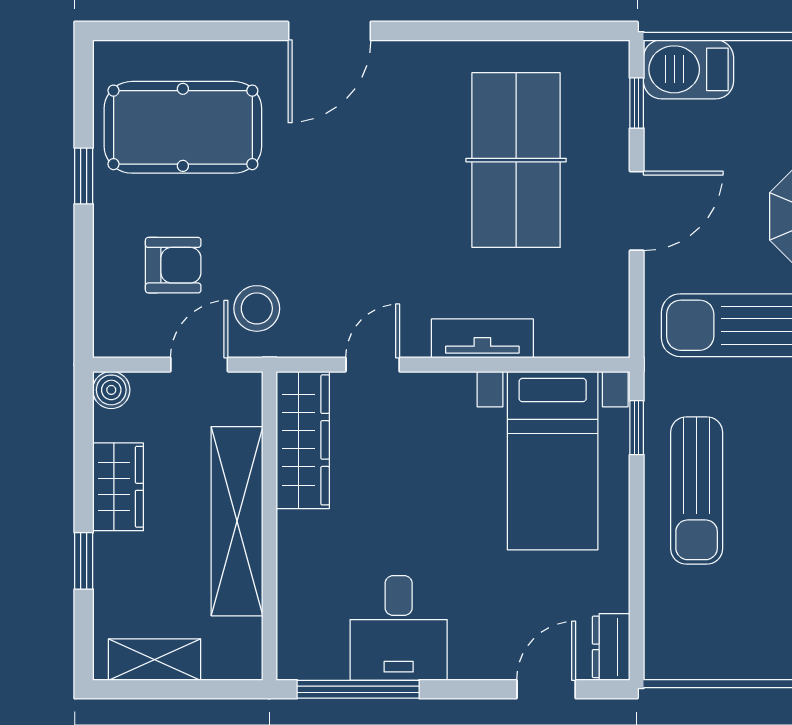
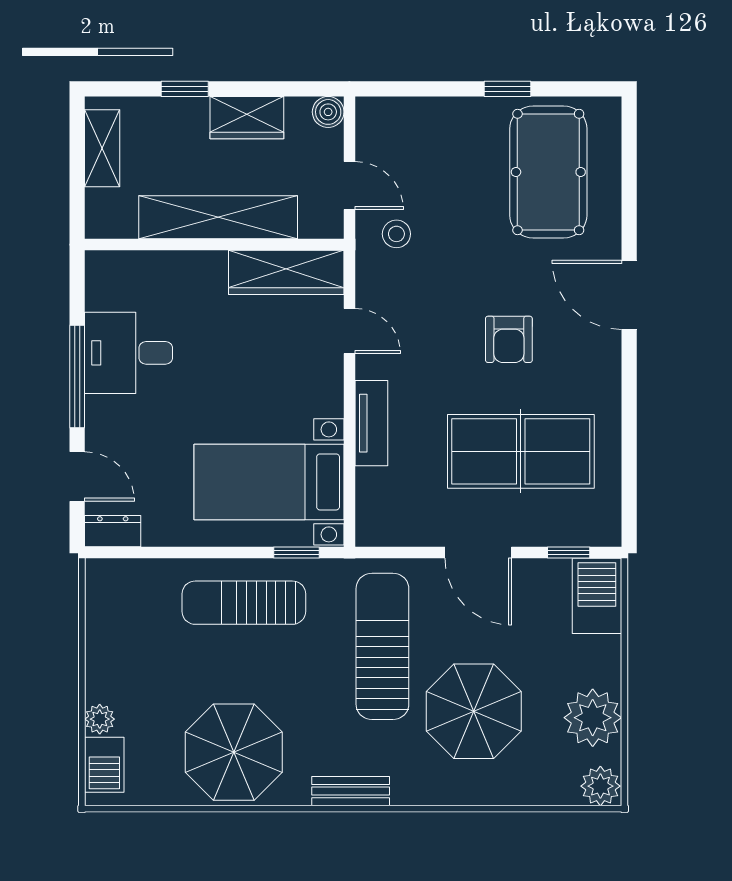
armchair: (173, 265) -> (509, 339), moved
stool: (257, 308) -> (396, 234), width x0.73, depth x0.73
window: (358, 689) -> (77, 376), moved

